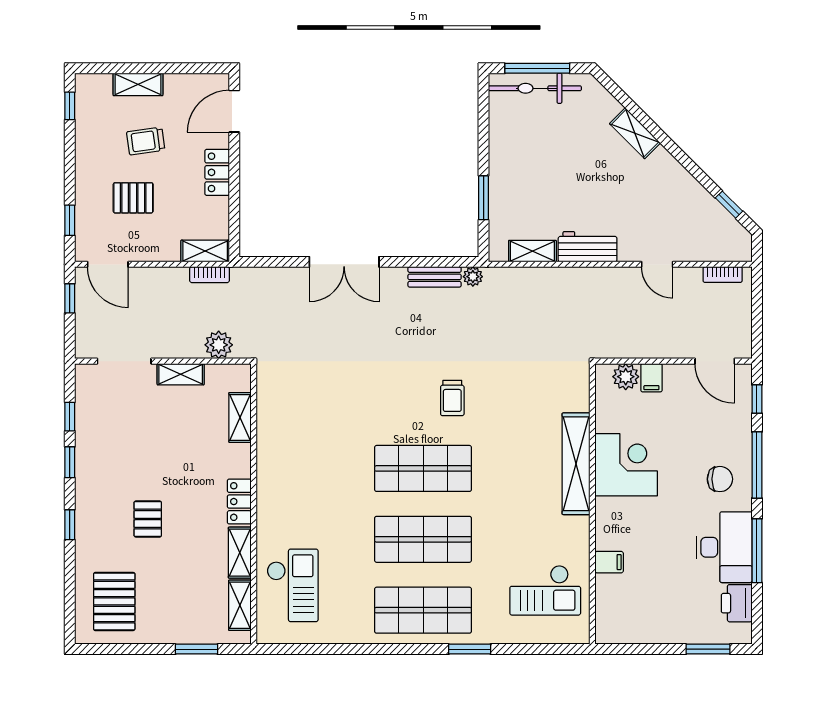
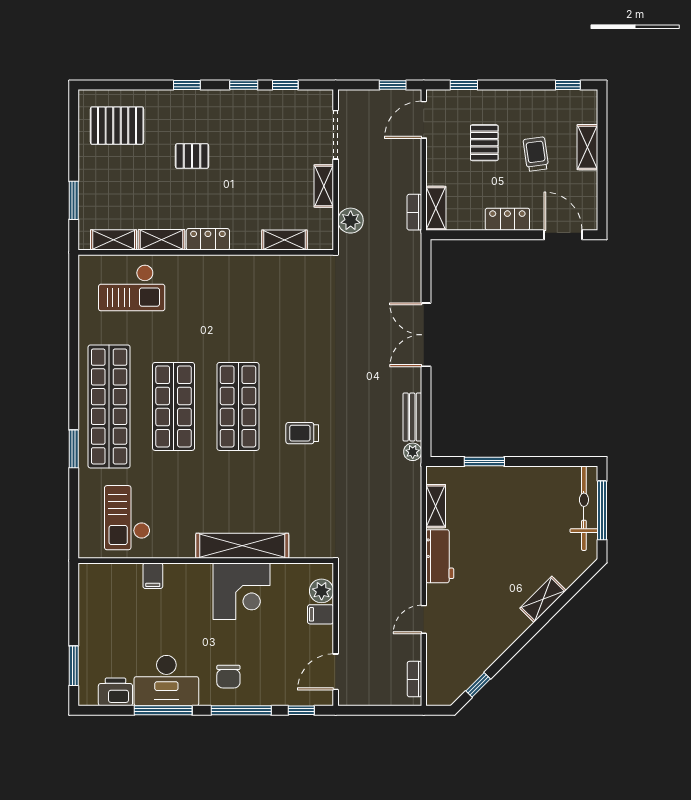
shop shelf: (423, 610) -> (109, 406), width x1.40

